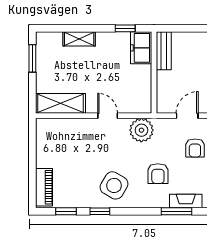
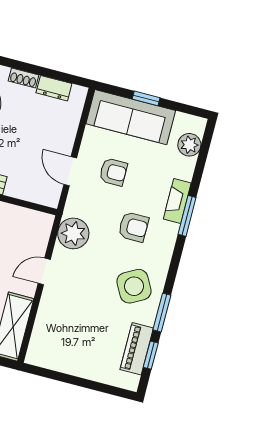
side table: (114, 185) -> (134, 286), turned 31
piano: (44, 187) -> (137, 349), moved, turned -90
window: (100, 211) -> (162, 313), width x1.50

